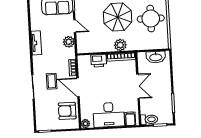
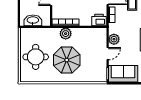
door: (75, 26) -> (108, 54), swing flipped
printer: (99, 61) -> (99, 20), moved

